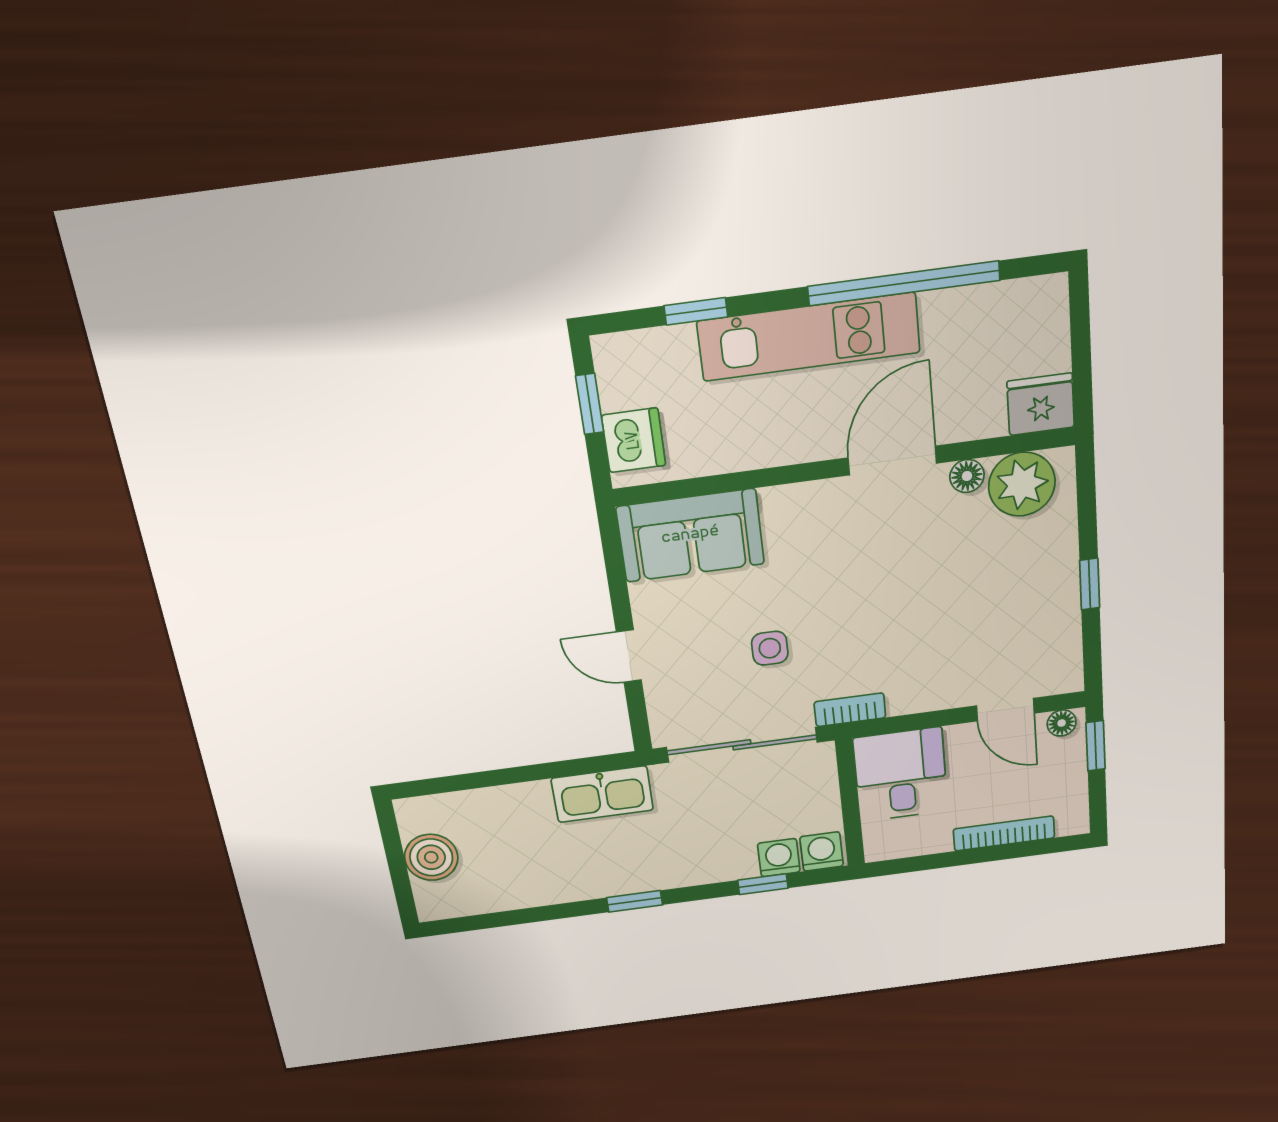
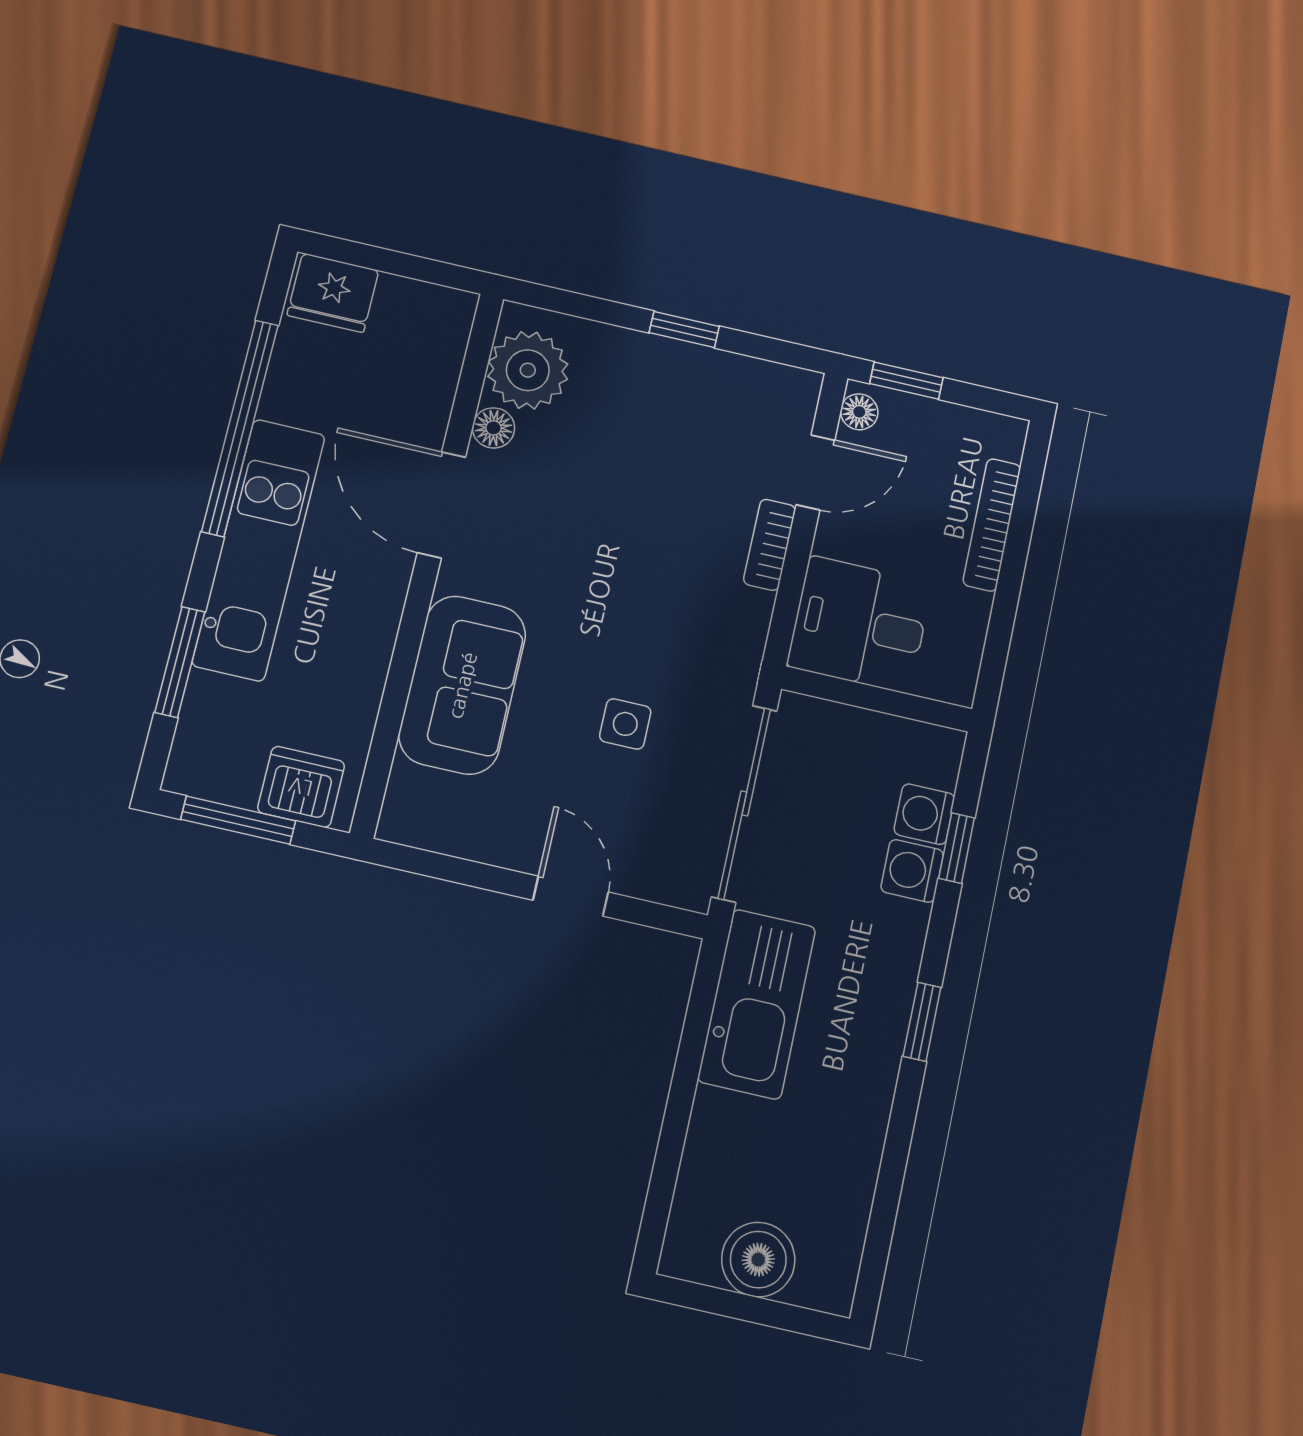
window: (696, 311) -> (180, 662), width x1.50
window: (590, 404) -> (238, 820), width x1.50
fridge: (1041, 404) -> (333, 293), moved, turned -90
sofa: (690, 535) -> (462, 685), moved
door: (629, 656) -> (571, 896), swing flipped
bookcase: (850, 710) -> (770, 545), moved
kitchen sink: (602, 794) -> (757, 1004), width x1.36, depth x1.24
washing machine: (822, 852) -> (912, 871), moved

